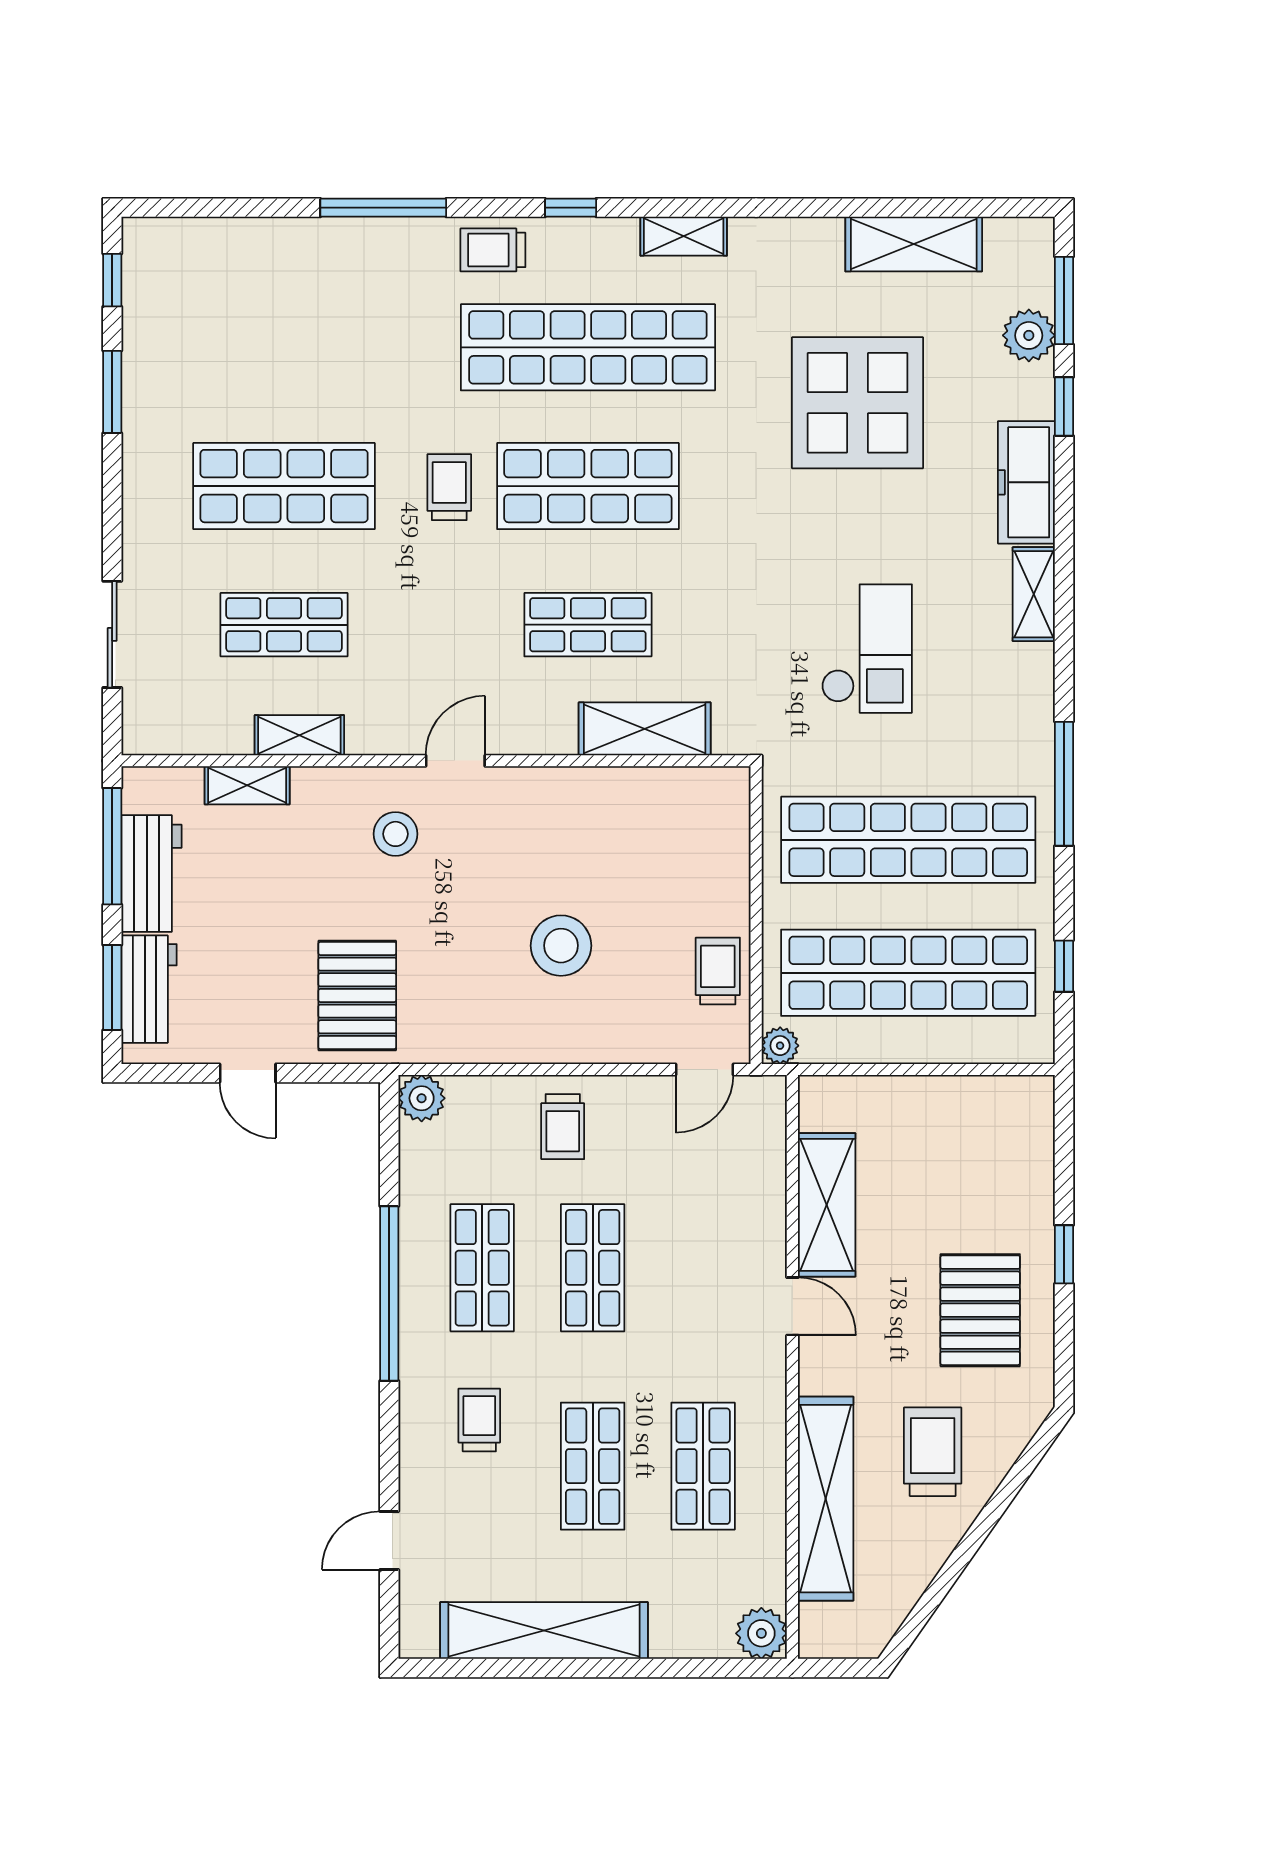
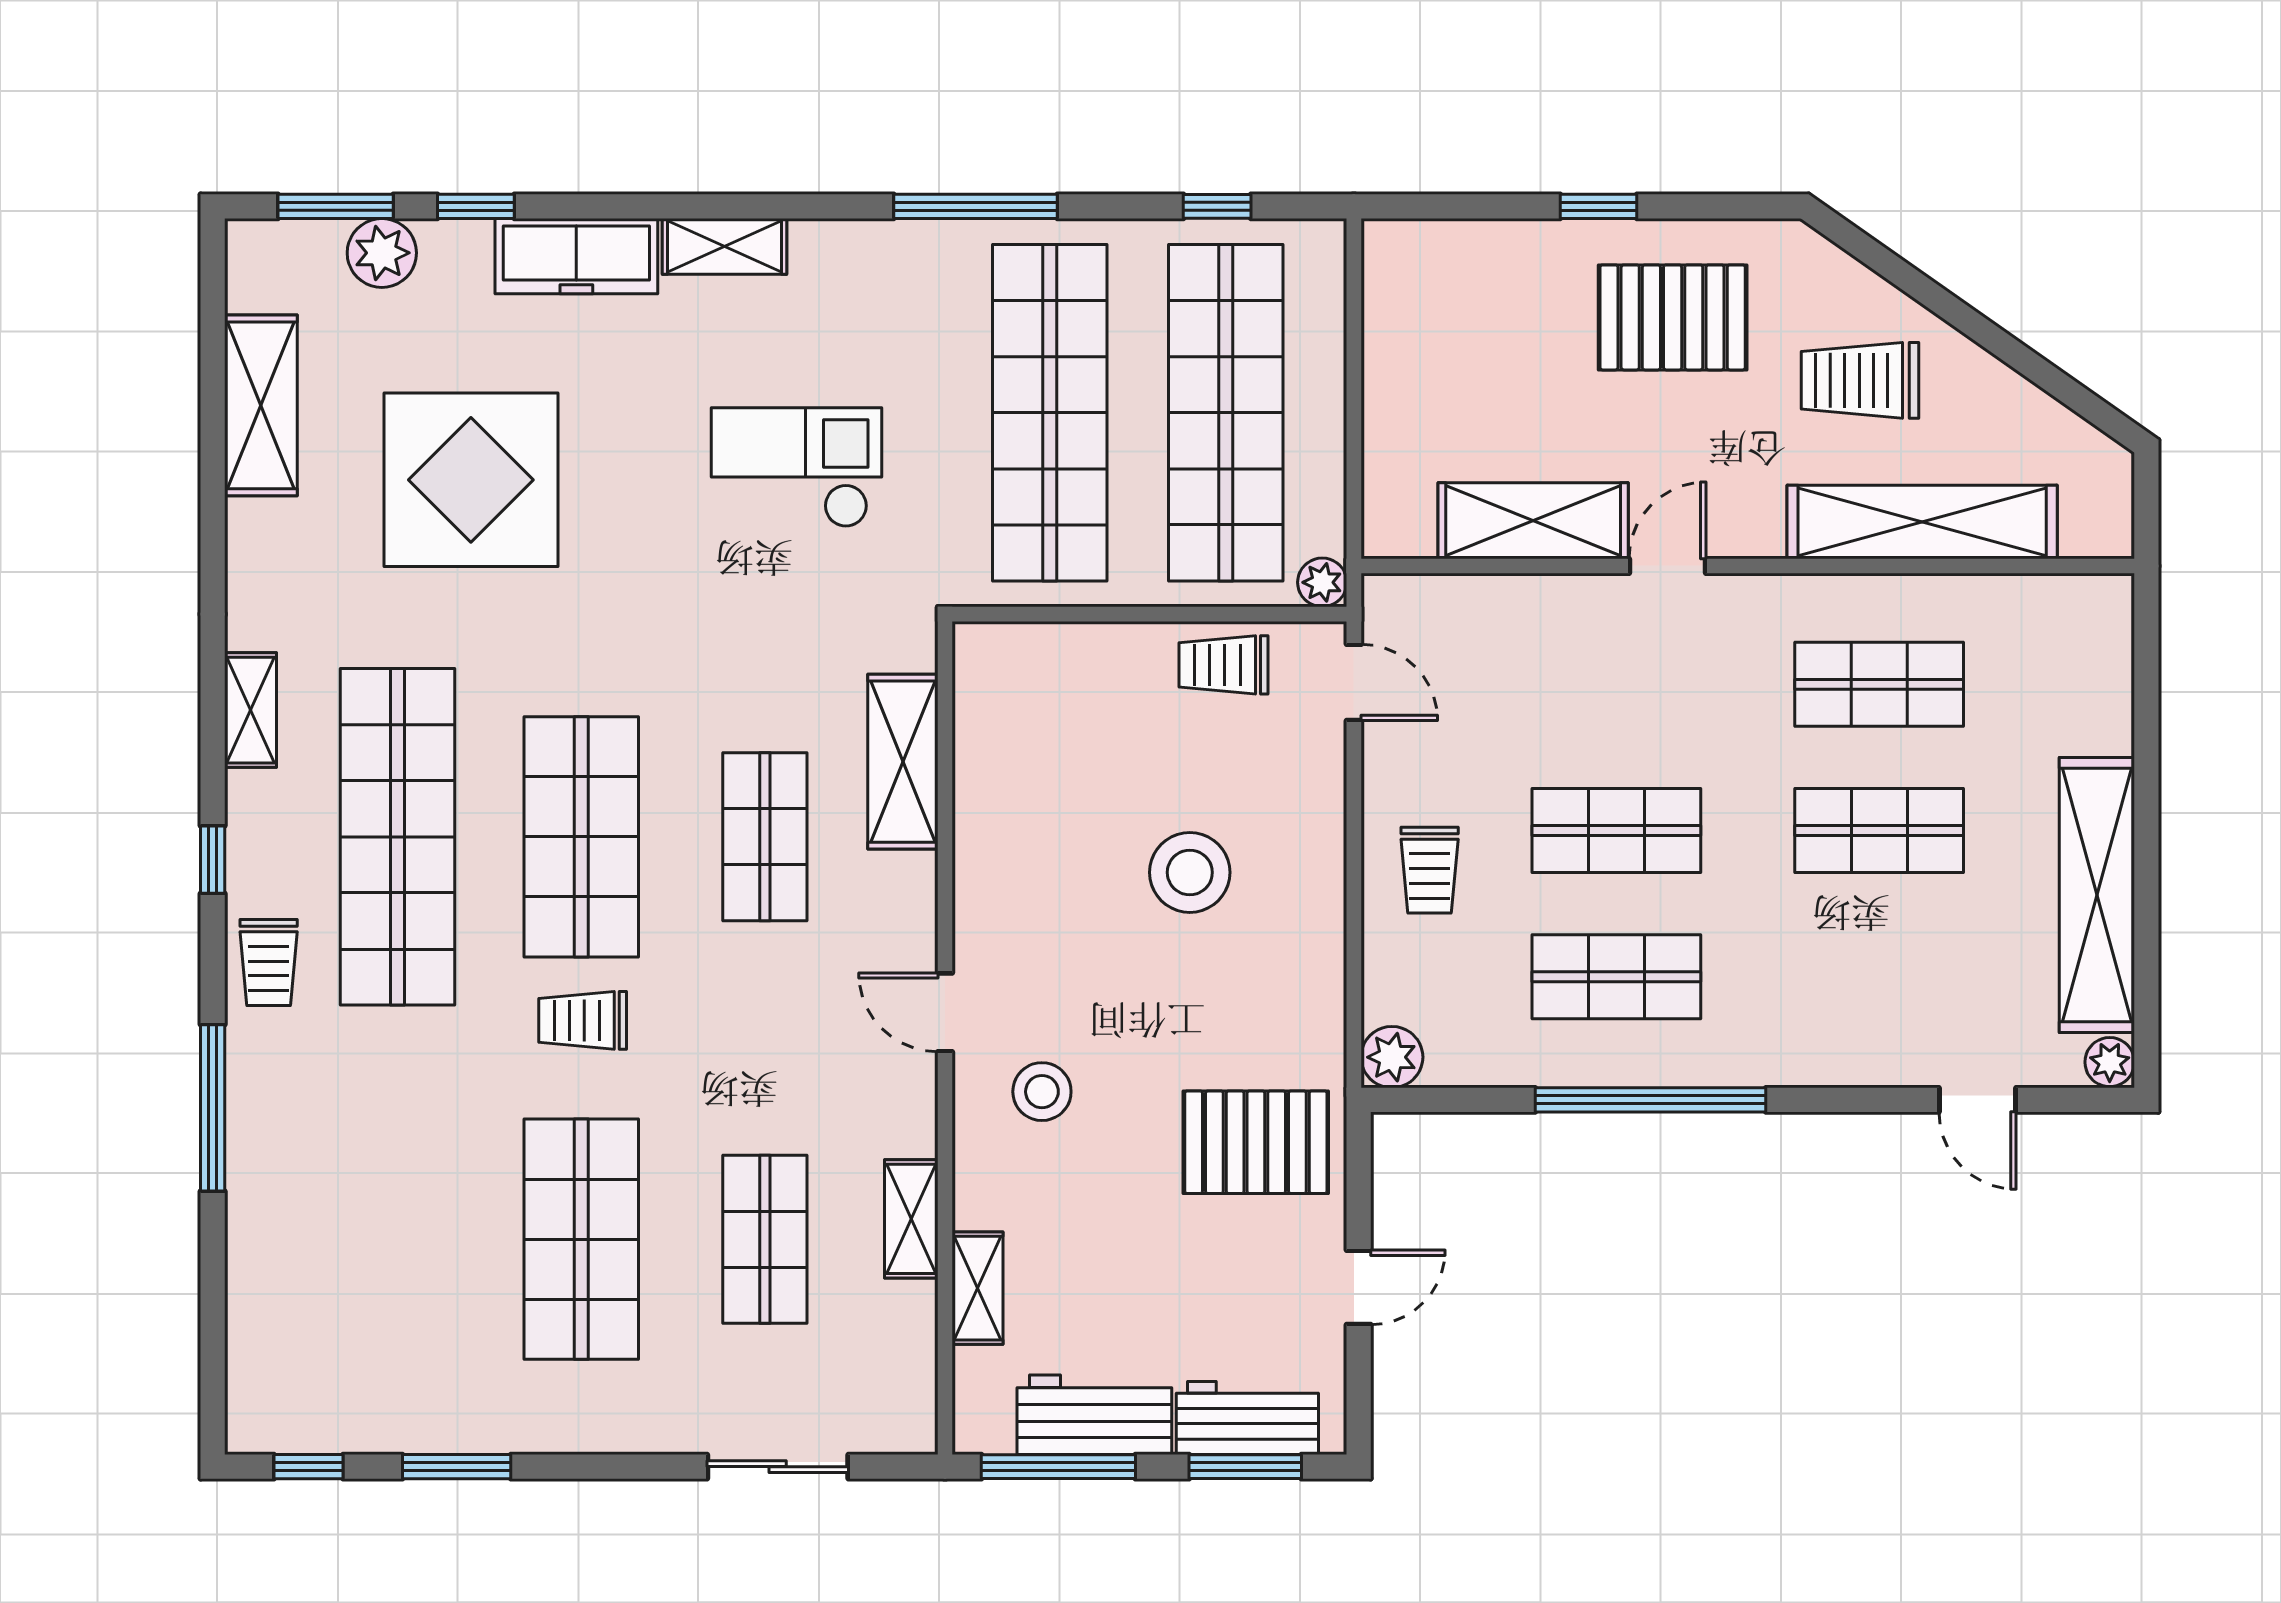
trolley: (563, 1127) -> (1430, 870), turned 90
trolley: (479, 1420) -> (1818, 981), removed
plant: (761, 1633) -> (2110, 1062), moved, width x0.73, depth x0.73

